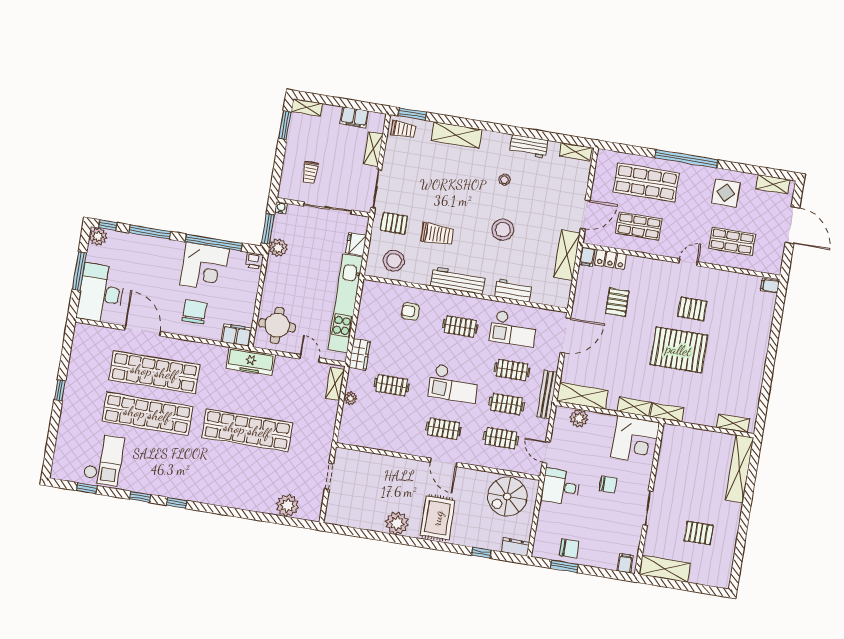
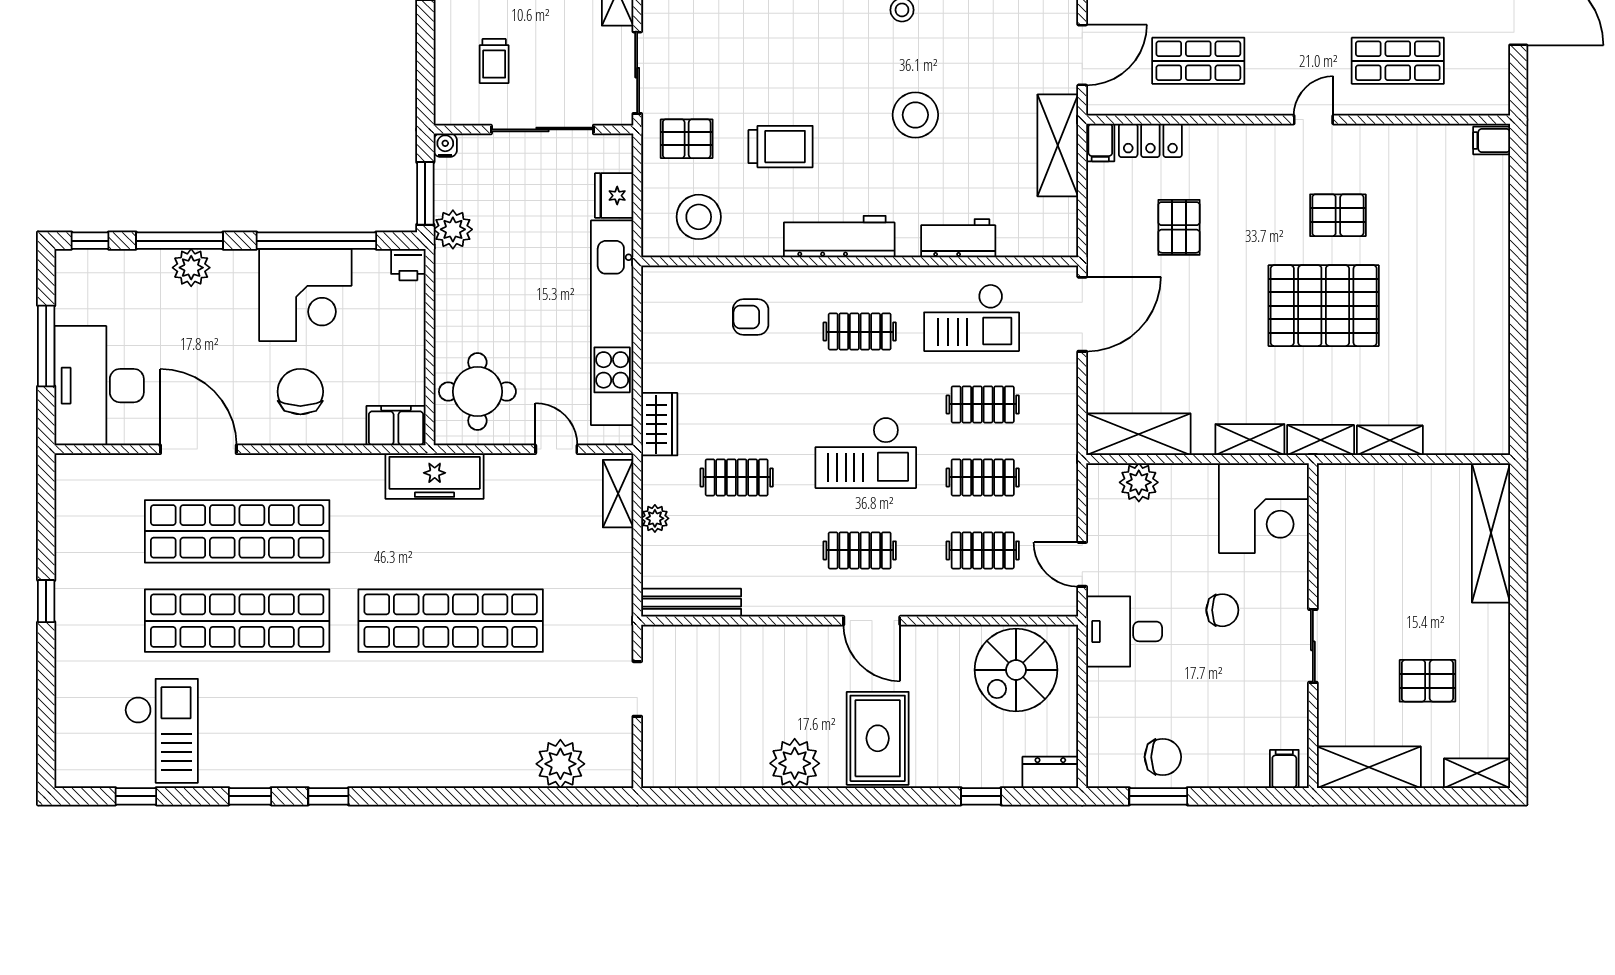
plant: (98, 237) -> (191, 268), moved
bench: (547, 394) -> (691, 603), moved, turned 90
shelving: (733, 423) -> (1390, 440), moved
shelving: (715, 580) -> (1477, 773), added

